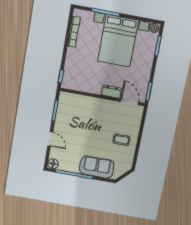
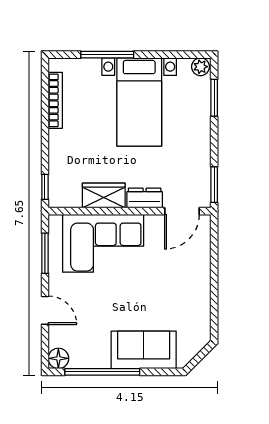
bed with nightstands: (118, 41) -> (139, 102), width x0.73
wardrobe: (91, 87) -> (104, 196), added
door: (129, 102) -> (182, 211), swing flipped
corner sofa: (86, 111) -> (103, 243), added
coffee table: (122, 140) -> (181, 287), removed

